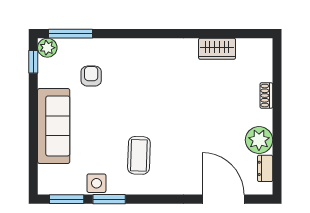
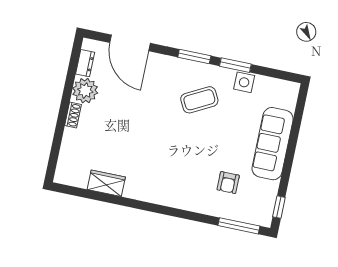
plant: (47, 48) -> (263, 217), removed
shoe rack: (266, 96) -> (73, 115), moved
coffee table: (139, 155) -> (199, 100), turned 60
window: (67, 199) -> (194, 56), moved

